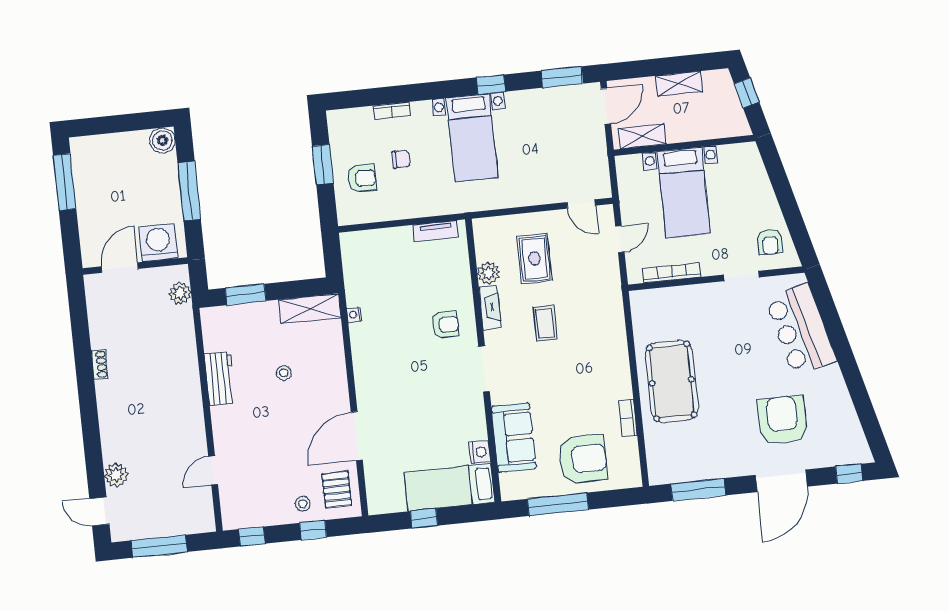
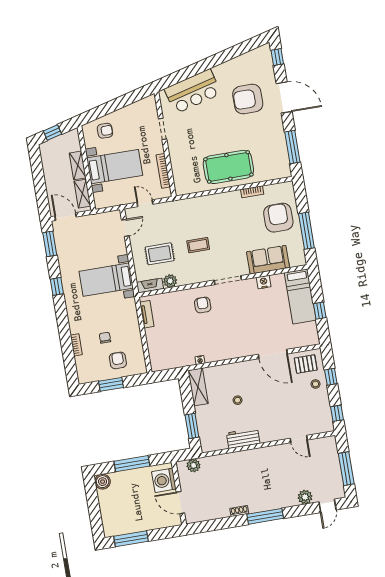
shelving: (679, 84) -> (78, 165), moved
bed with nightstands: (472, 138) -> (106, 280), moved, turned 180
armchair: (770, 242) -> (105, 131), moved
fireplace: (490, 307) -> (150, 286), moved
window: (88, 407) -> (265, 516), added
nightstand: (480, 452) -> (264, 282), moved

